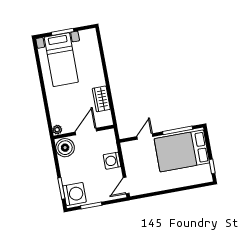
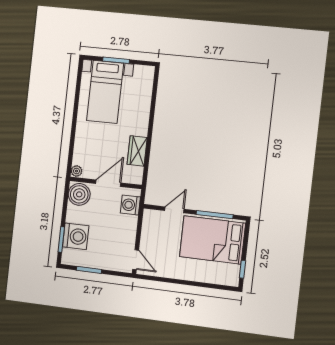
washing machine: (112, 161) -> (130, 205), moved
door: (126, 185) -> (136, 260), swing flipped
washing machine: (75, 194) -> (76, 236), moved

